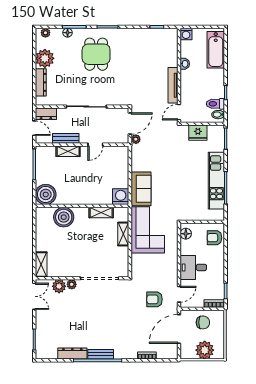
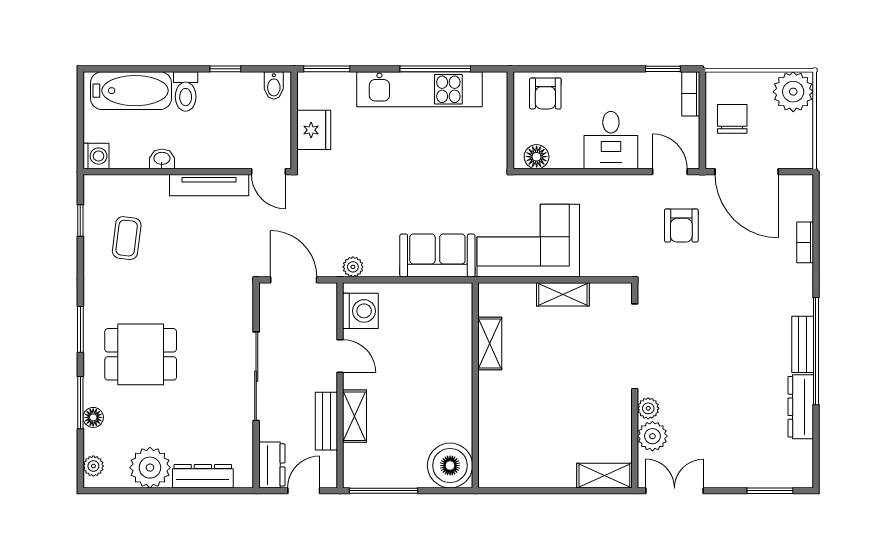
coffee table: (149, 48) -> (127, 238), added
toilet: (215, 104) -> (186, 91), moved
plant: (136, 139) -> (353, 267), moved
washing machine: (121, 197) -> (360, 311), moved, turned 180
boiler: (64, 217) -> (500, 426), removed
shelving: (123, 234) -> (563, 294), moved
plant: (205, 350) -> (793, 92), moved

